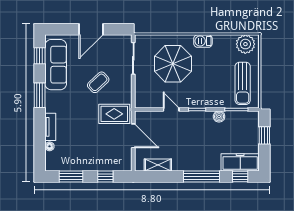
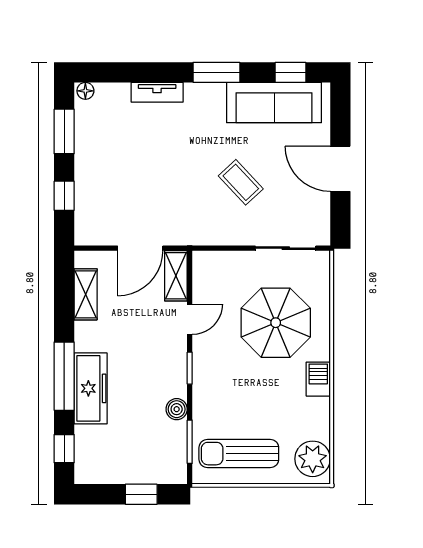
rug: (114, 114) -> (182, 212), removed
shelving: (148, 117) -> (176, 276), added
floor lamp: (49, 146) -> (85, 91), moved
freezer: (240, 162) -> (91, 388), moved

